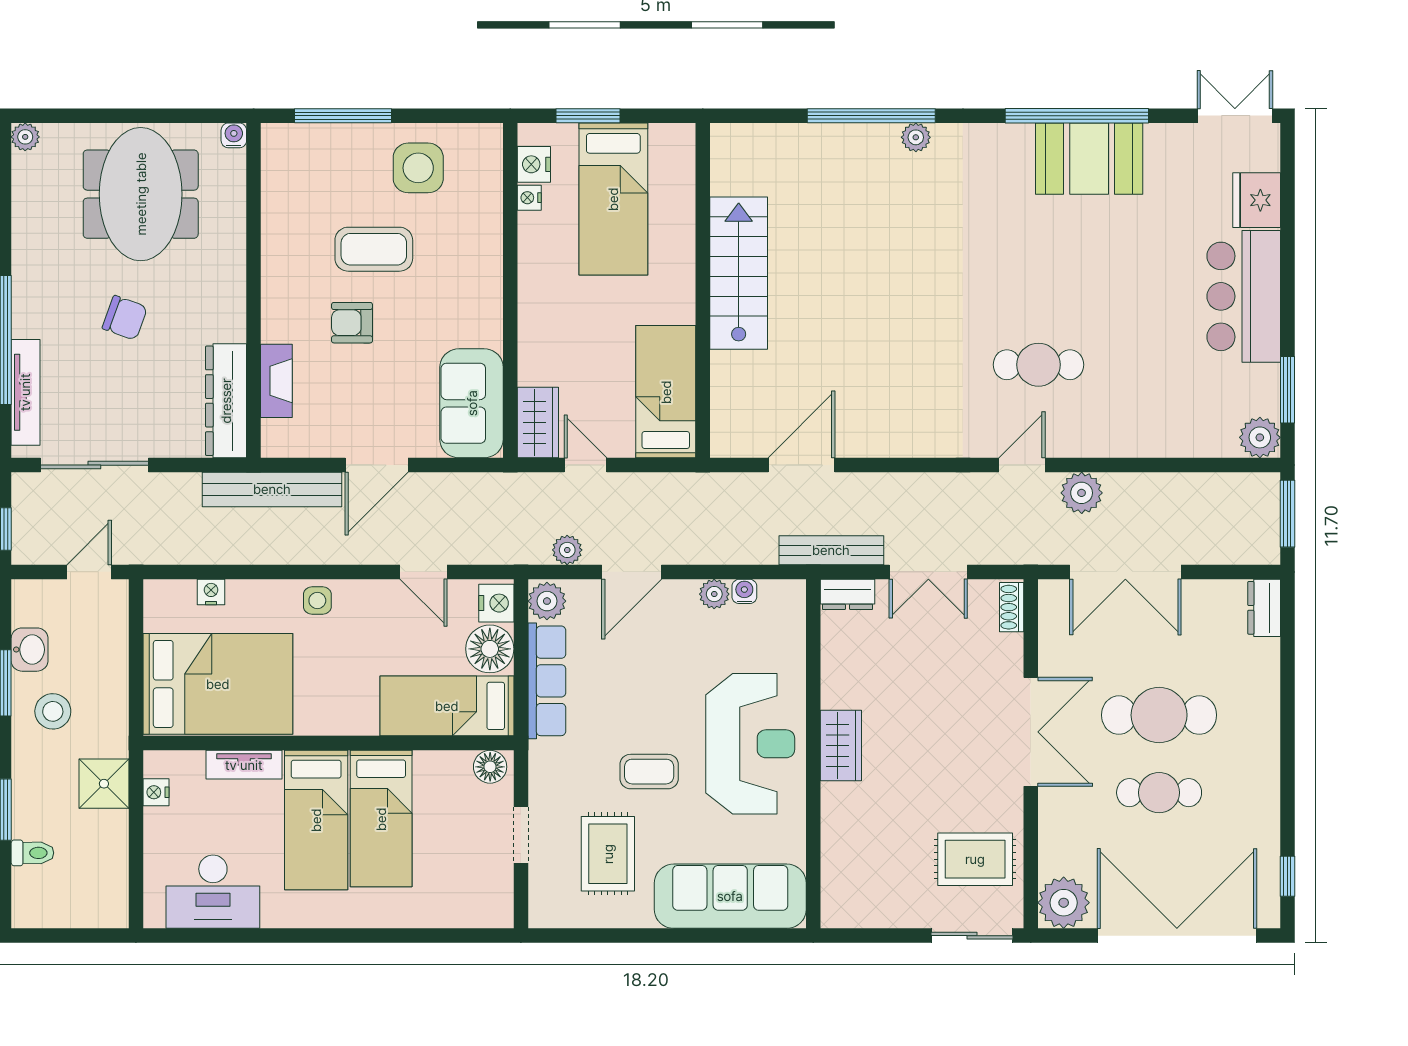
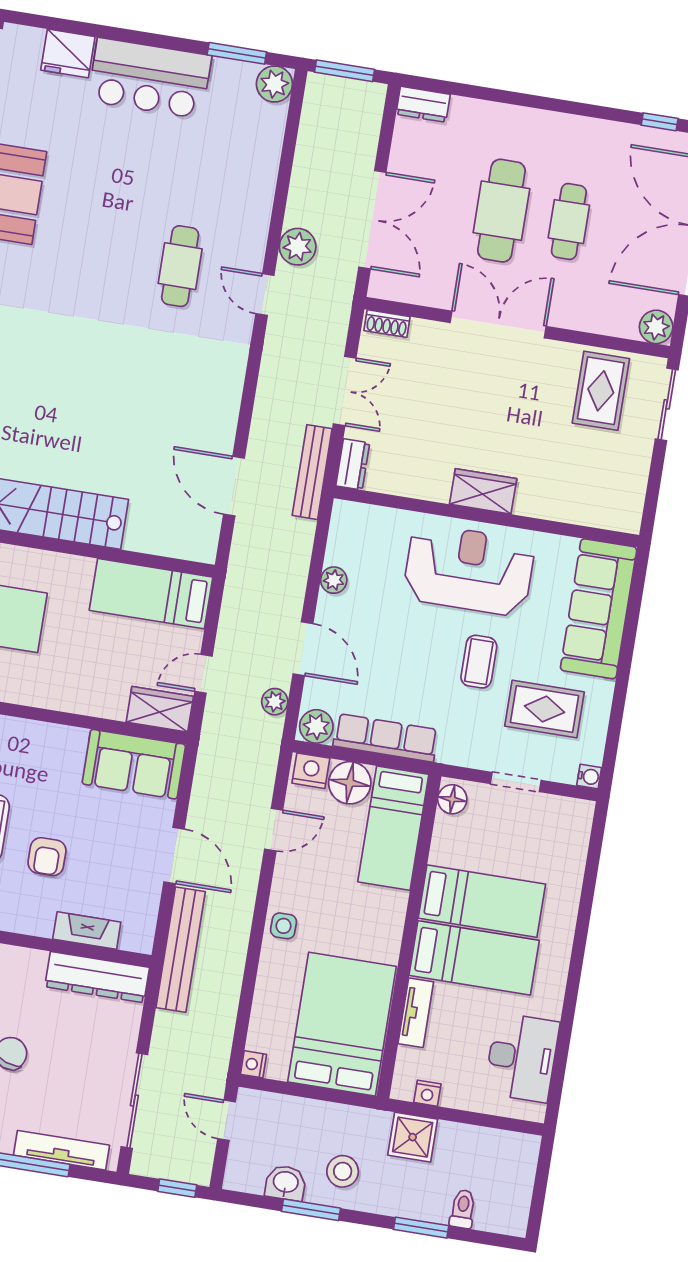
water cooler: (744, 591) -> (589, 777), moved, turned 180
nightstand: (211, 592) -> (253, 1064), moved
plant: (1064, 903) -> (656, 327), width x0.73, depth x0.73

